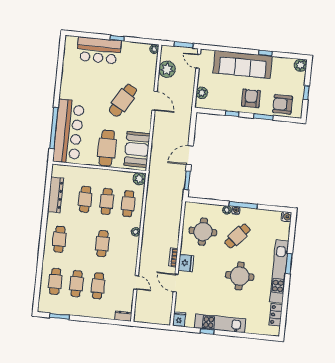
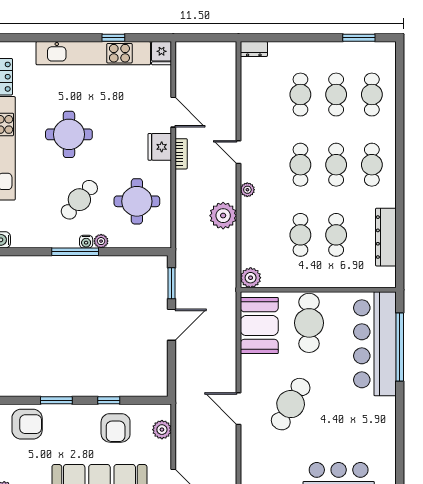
plant: (167, 69) -> (223, 216), moved
armchair: (251, 98) -> (116, 428), moved
cafe table: (128, 204) -> (336, 165), moved
door: (136, 282) -> (238, 152), moved
kitchen unit: (220, 323) -> (93, 53), width x1.36

